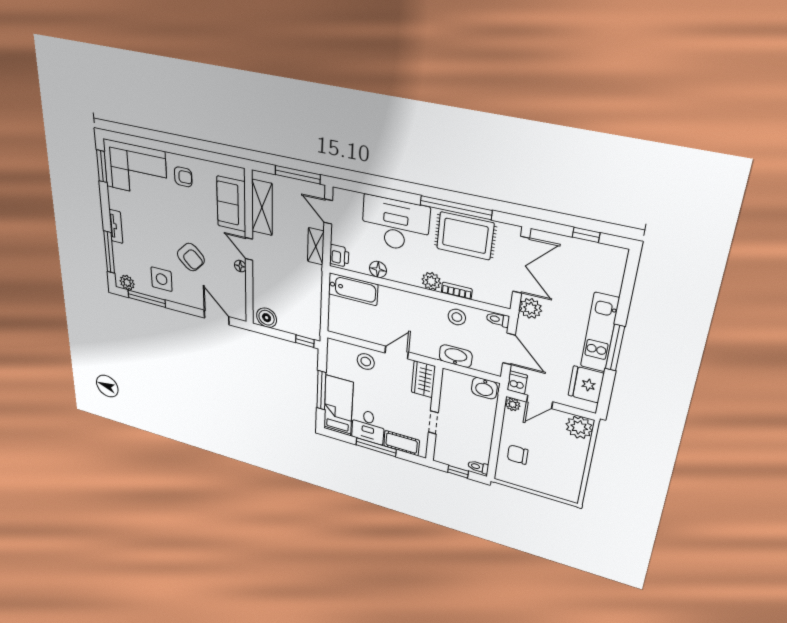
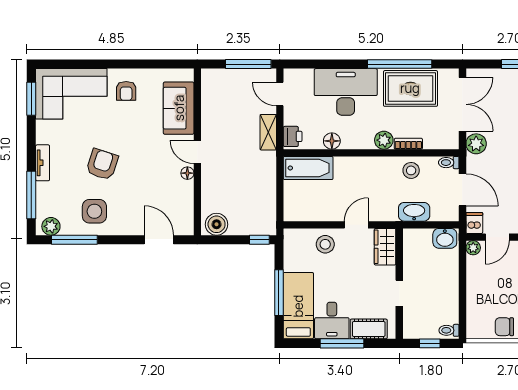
armchair: (183, 177) -> (126, 91), turned 90
shelving: (262, 207) -> (212, 105), removed
armchair: (191, 257) -> (102, 164), moved, turned -116
chair: (518, 455) -> (504, 327), moved

